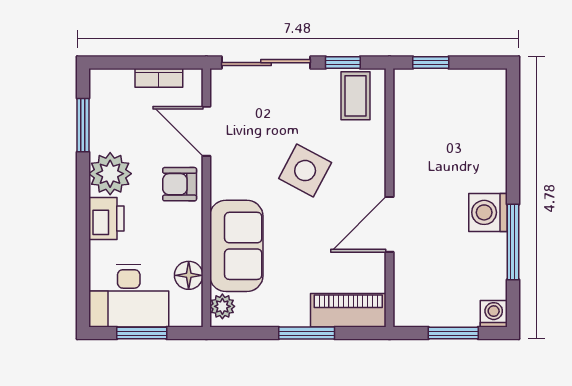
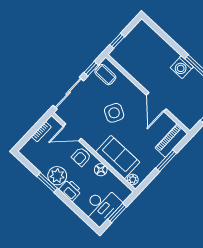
window: (83, 125) -> (47, 182), moved
floor lamp: (189, 275) -> (101, 170), moved

